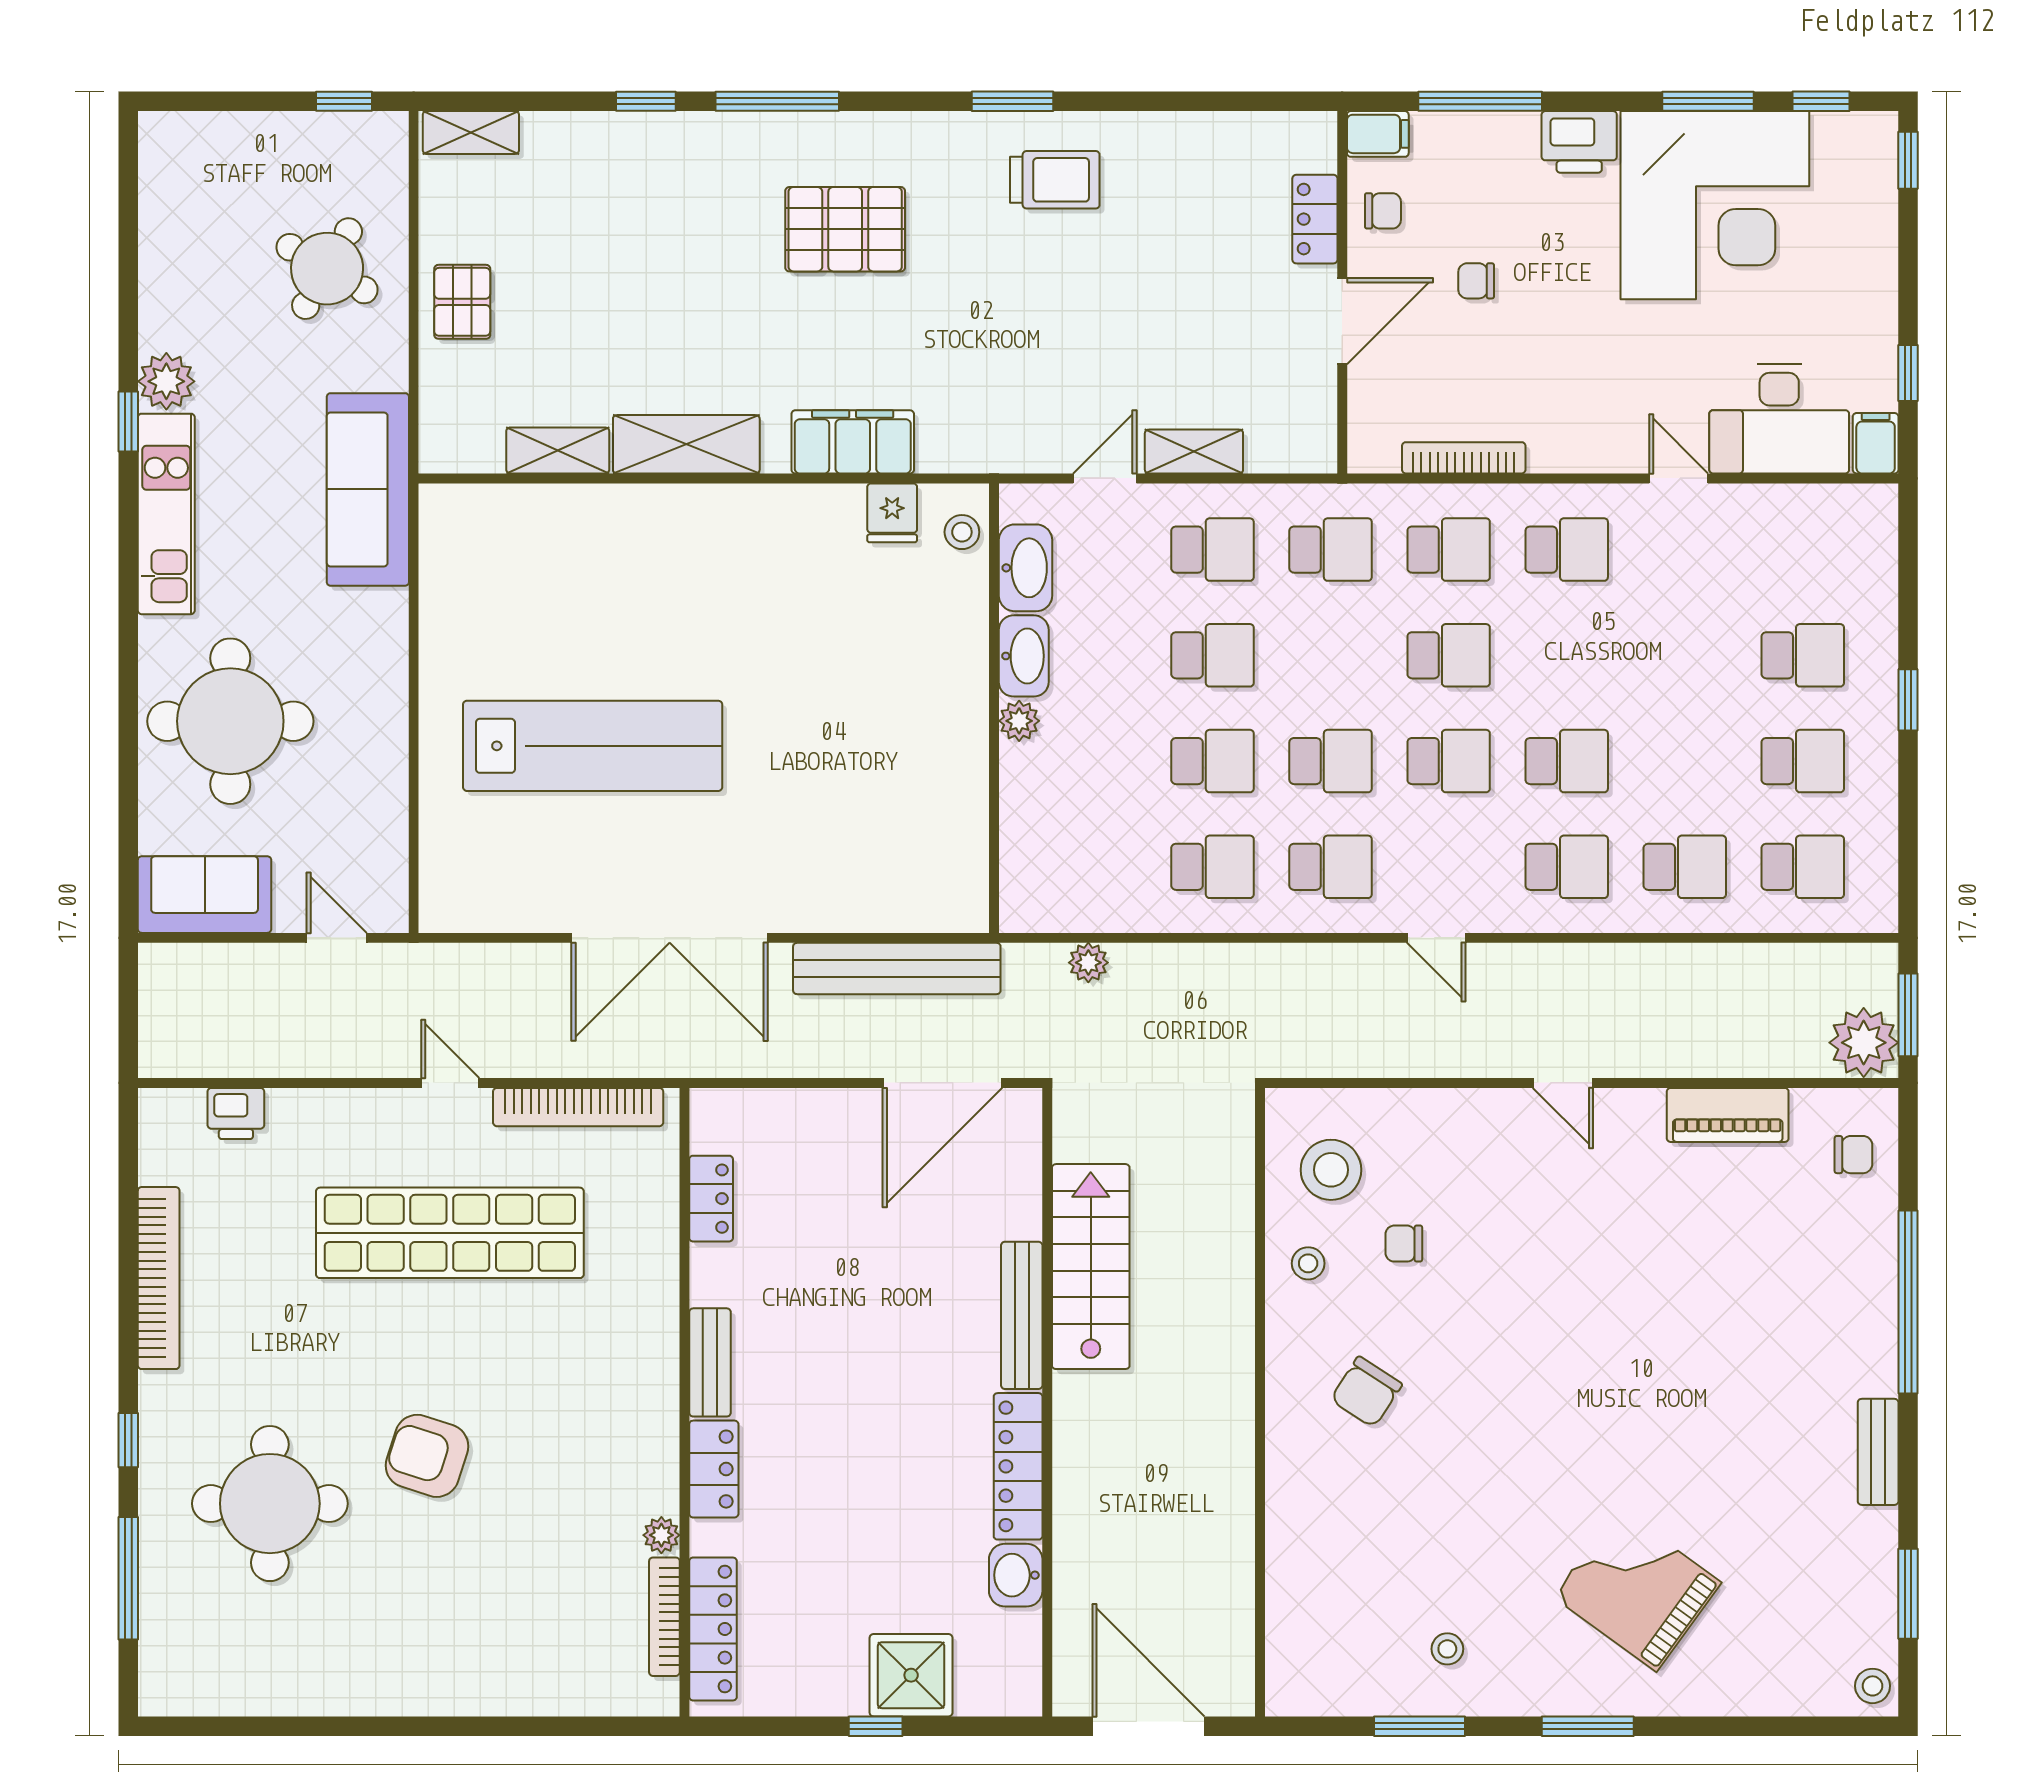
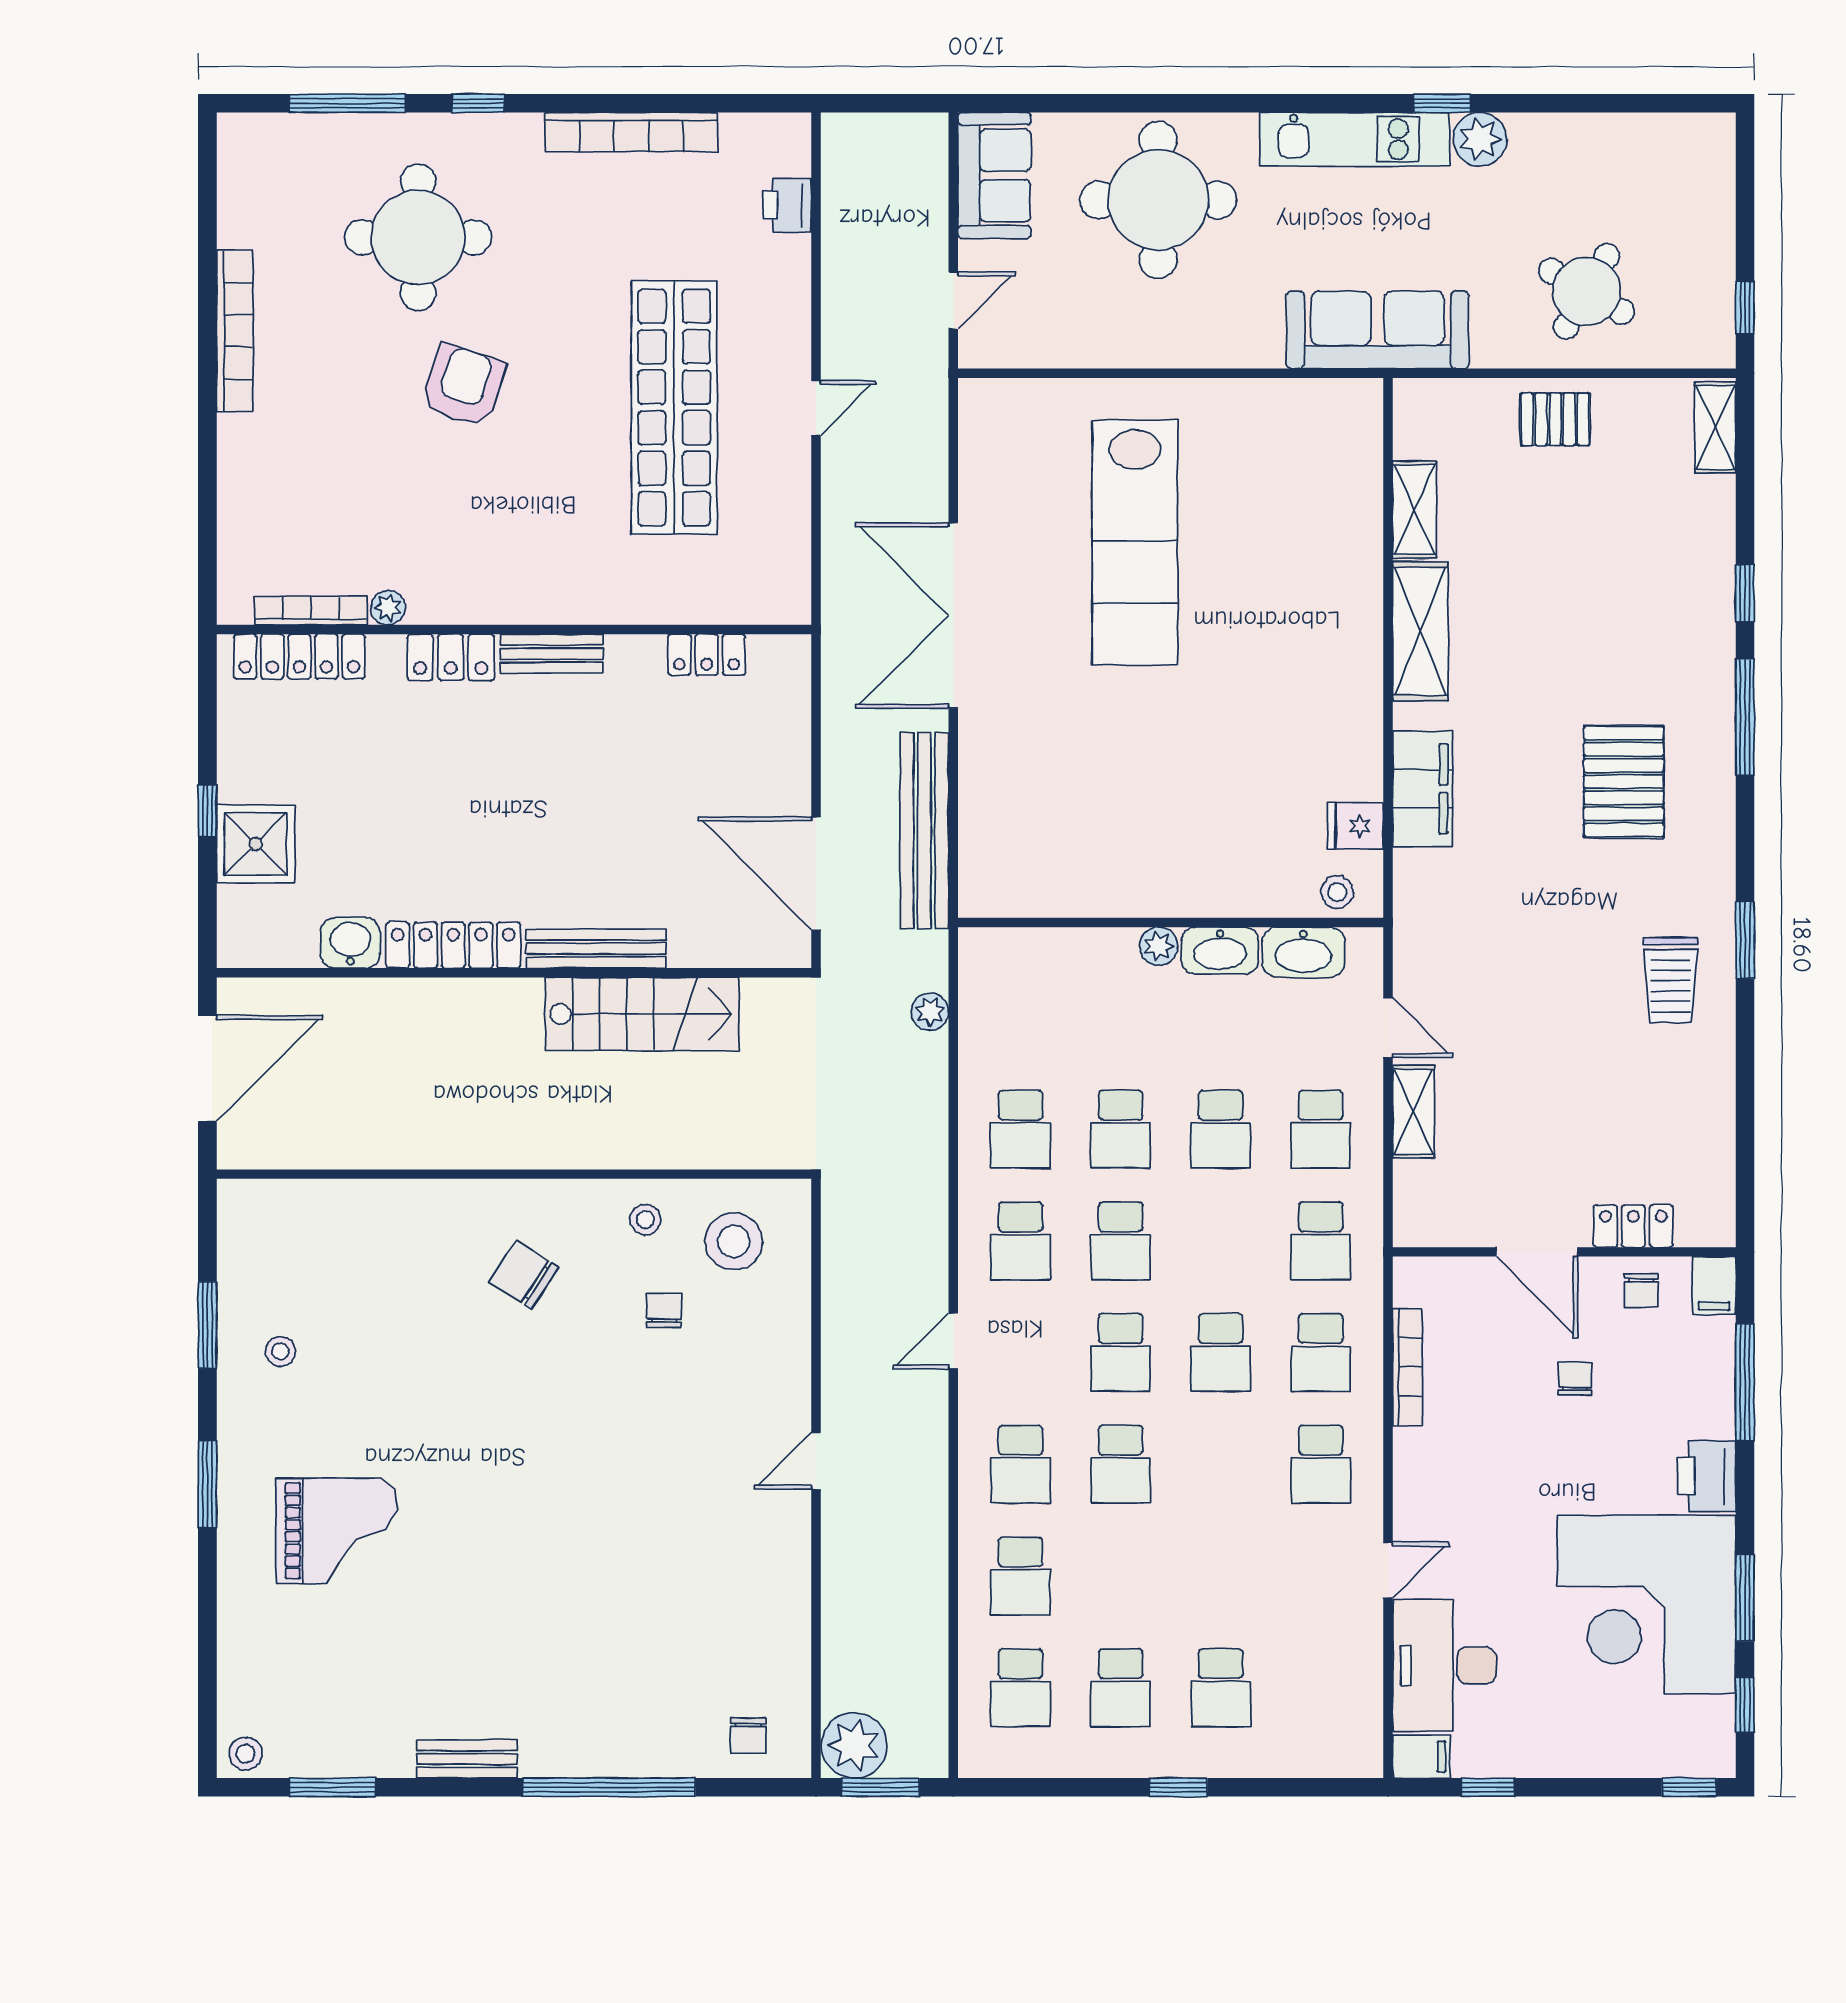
bookcase: (578, 1107) -> (235, 331), moved, turned 180
piano: (1728, 1115) -> (786, 1617), removed
grand piano: (1637, 1590) -> (337, 1531), turned 54

